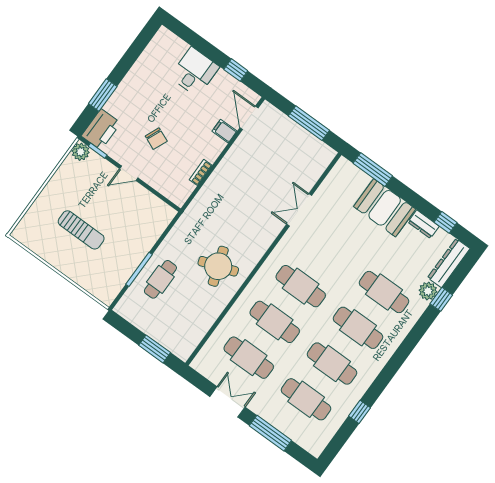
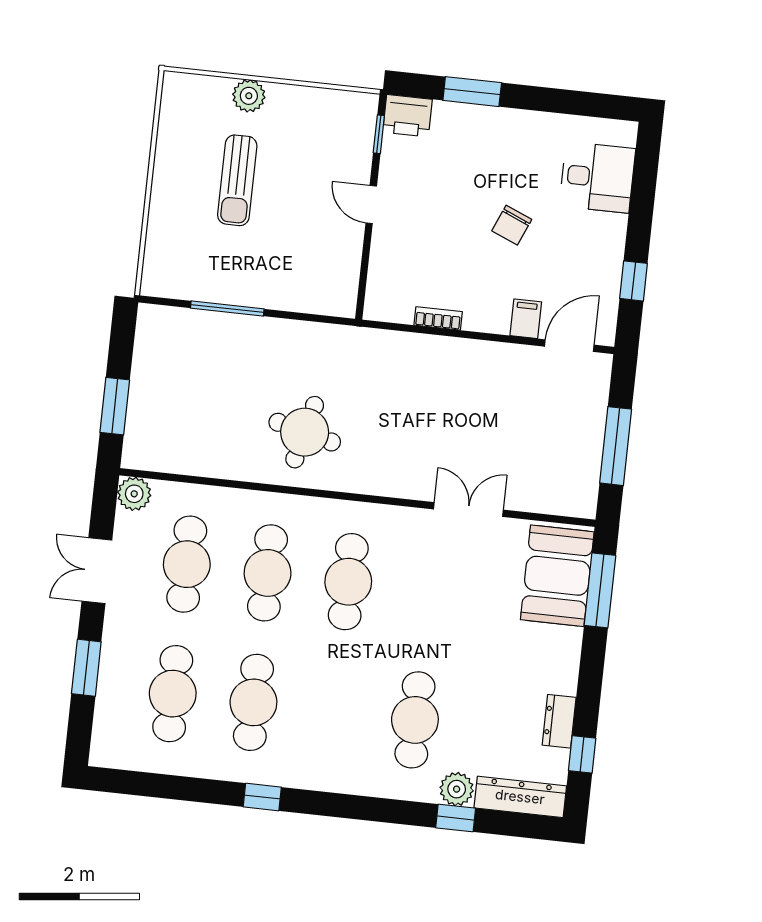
desk: (194, 72) -> (597, 177), moved
printer: (101, 129) -> (408, 116), width x0.73, depth x0.84
chair: (156, 139) -> (512, 225), moved
plant: (81, 152) -> (249, 96), moved
booth: (385, 208) -> (557, 576), moved
round table: (218, 266) -> (305, 432), turned 33
cafe table: (160, 279) -> (231, 352), removed
cafe table: (358, 328) -> (334, 711), removed
plant: (201, 363) -> (134, 494), added
double door: (227, 402) -> (97, 571), swing flipped
window: (360, 412) -> (262, 797), moved
window: (270, 433) -> (86, 668), width x0.69

